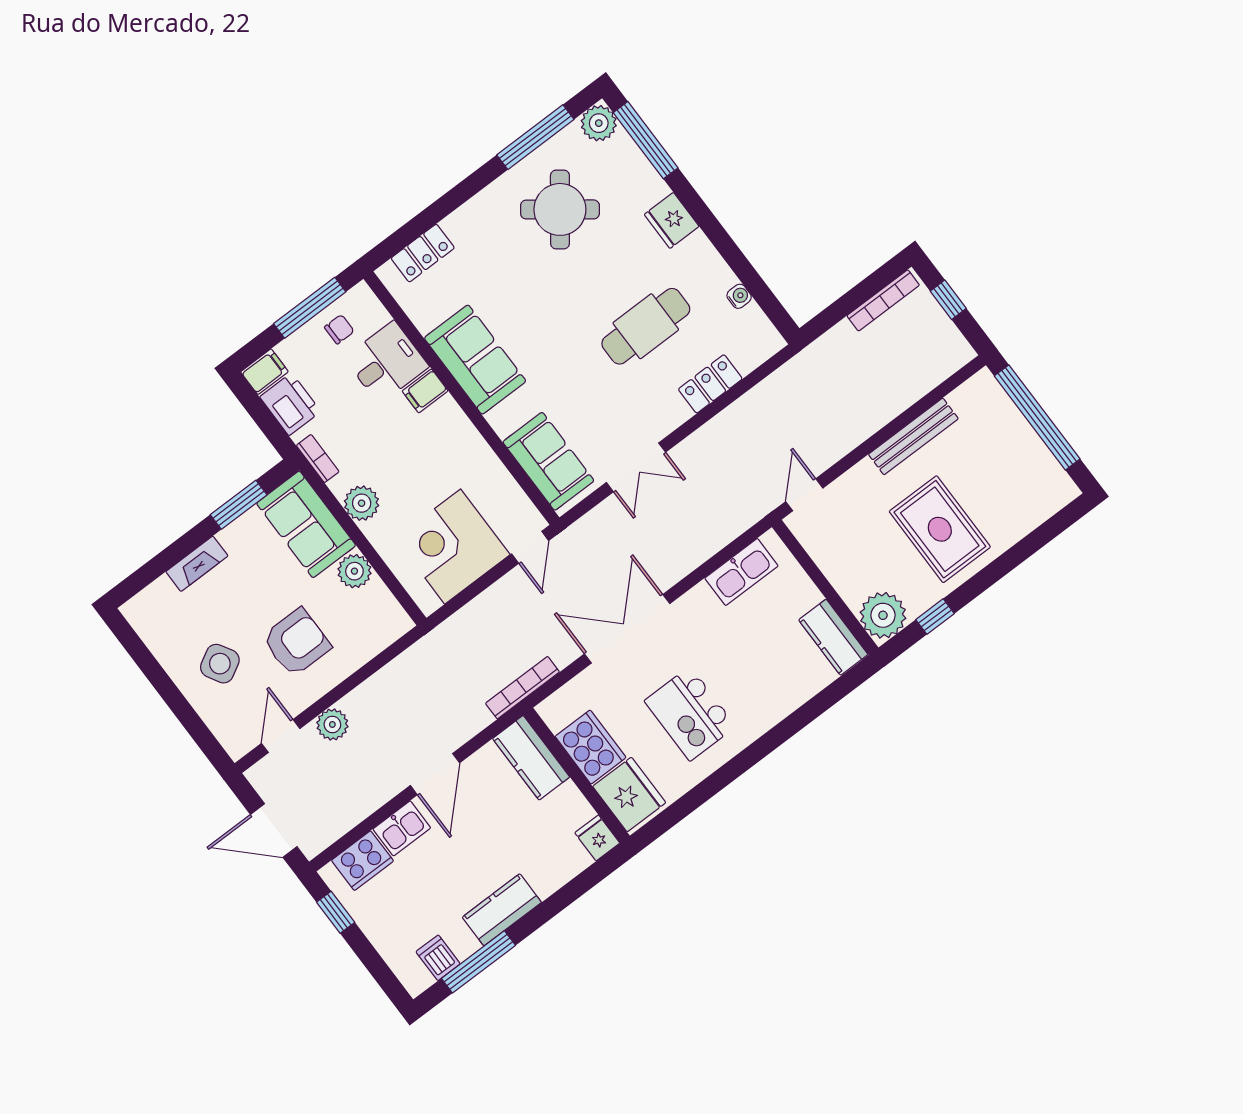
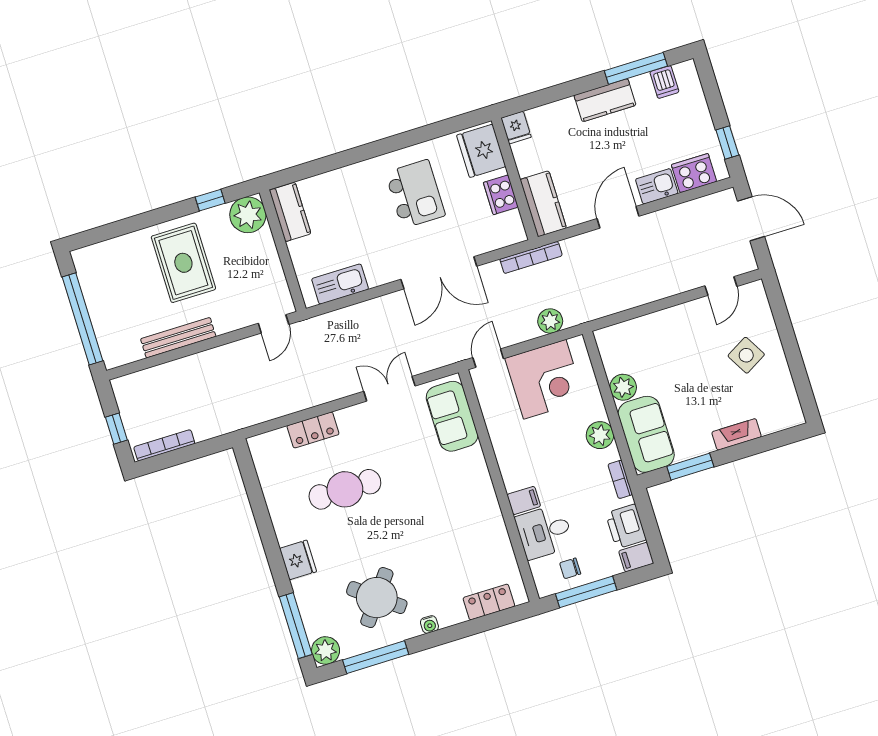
water cooler: (739, 296) -> (429, 624), moved, turned -90
sofa: (475, 360) -> (479, 510), removed
armchair: (297, 642) -> (684, 350), removed
plant: (332, 724) -> (550, 321), moved
cooker: (591, 747) -> (501, 195), width x0.73, depth x0.76

